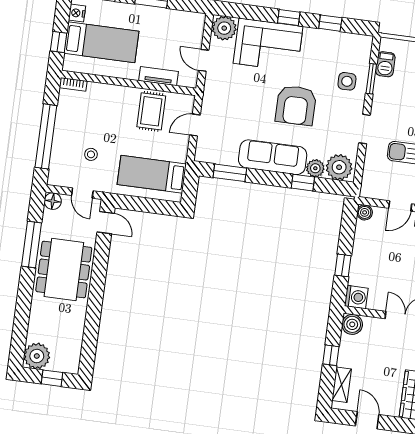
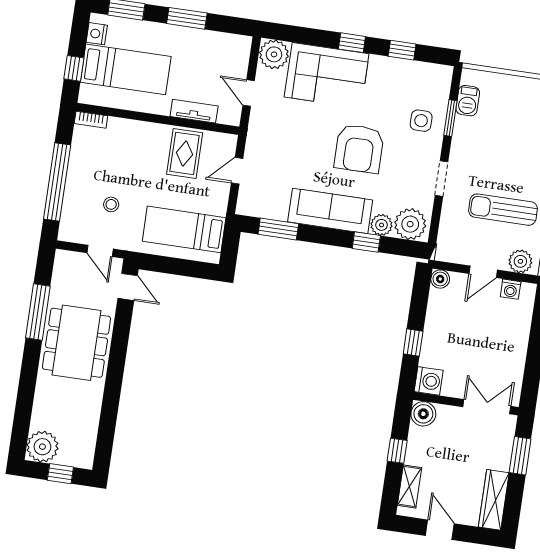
floor lamp: (53, 201) -> (64, 260), removed

